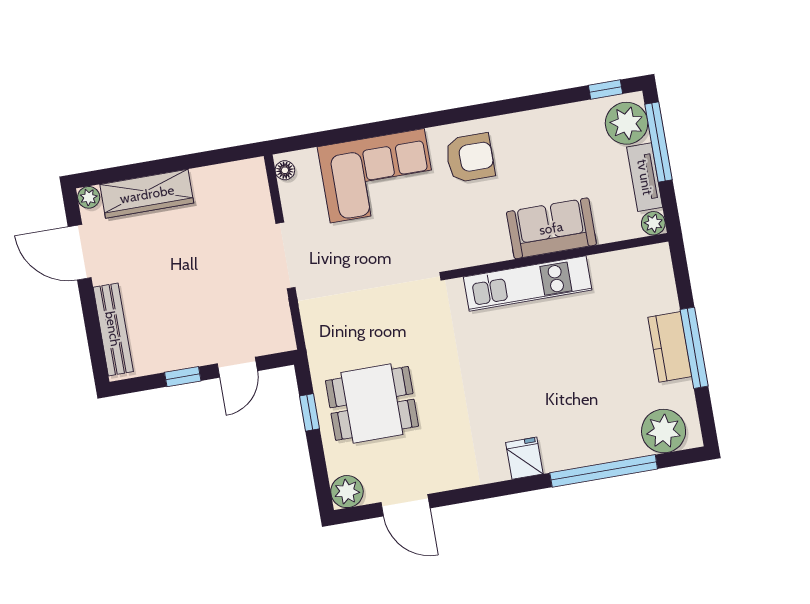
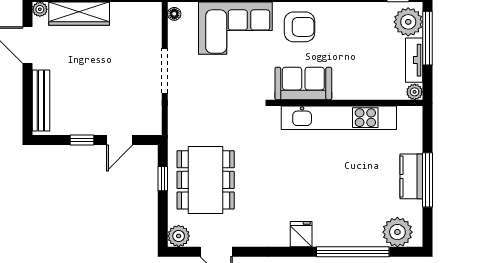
sofa: (551, 228) -> (303, 84), moved
kitchen unit: (528, 283) -> (339, 118), width x1.36
dining table: (372, 403) -> (206, 180), width x1.38

